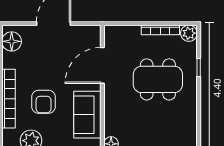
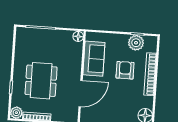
dining table: (158, 79) -> (41, 81), turned 90

